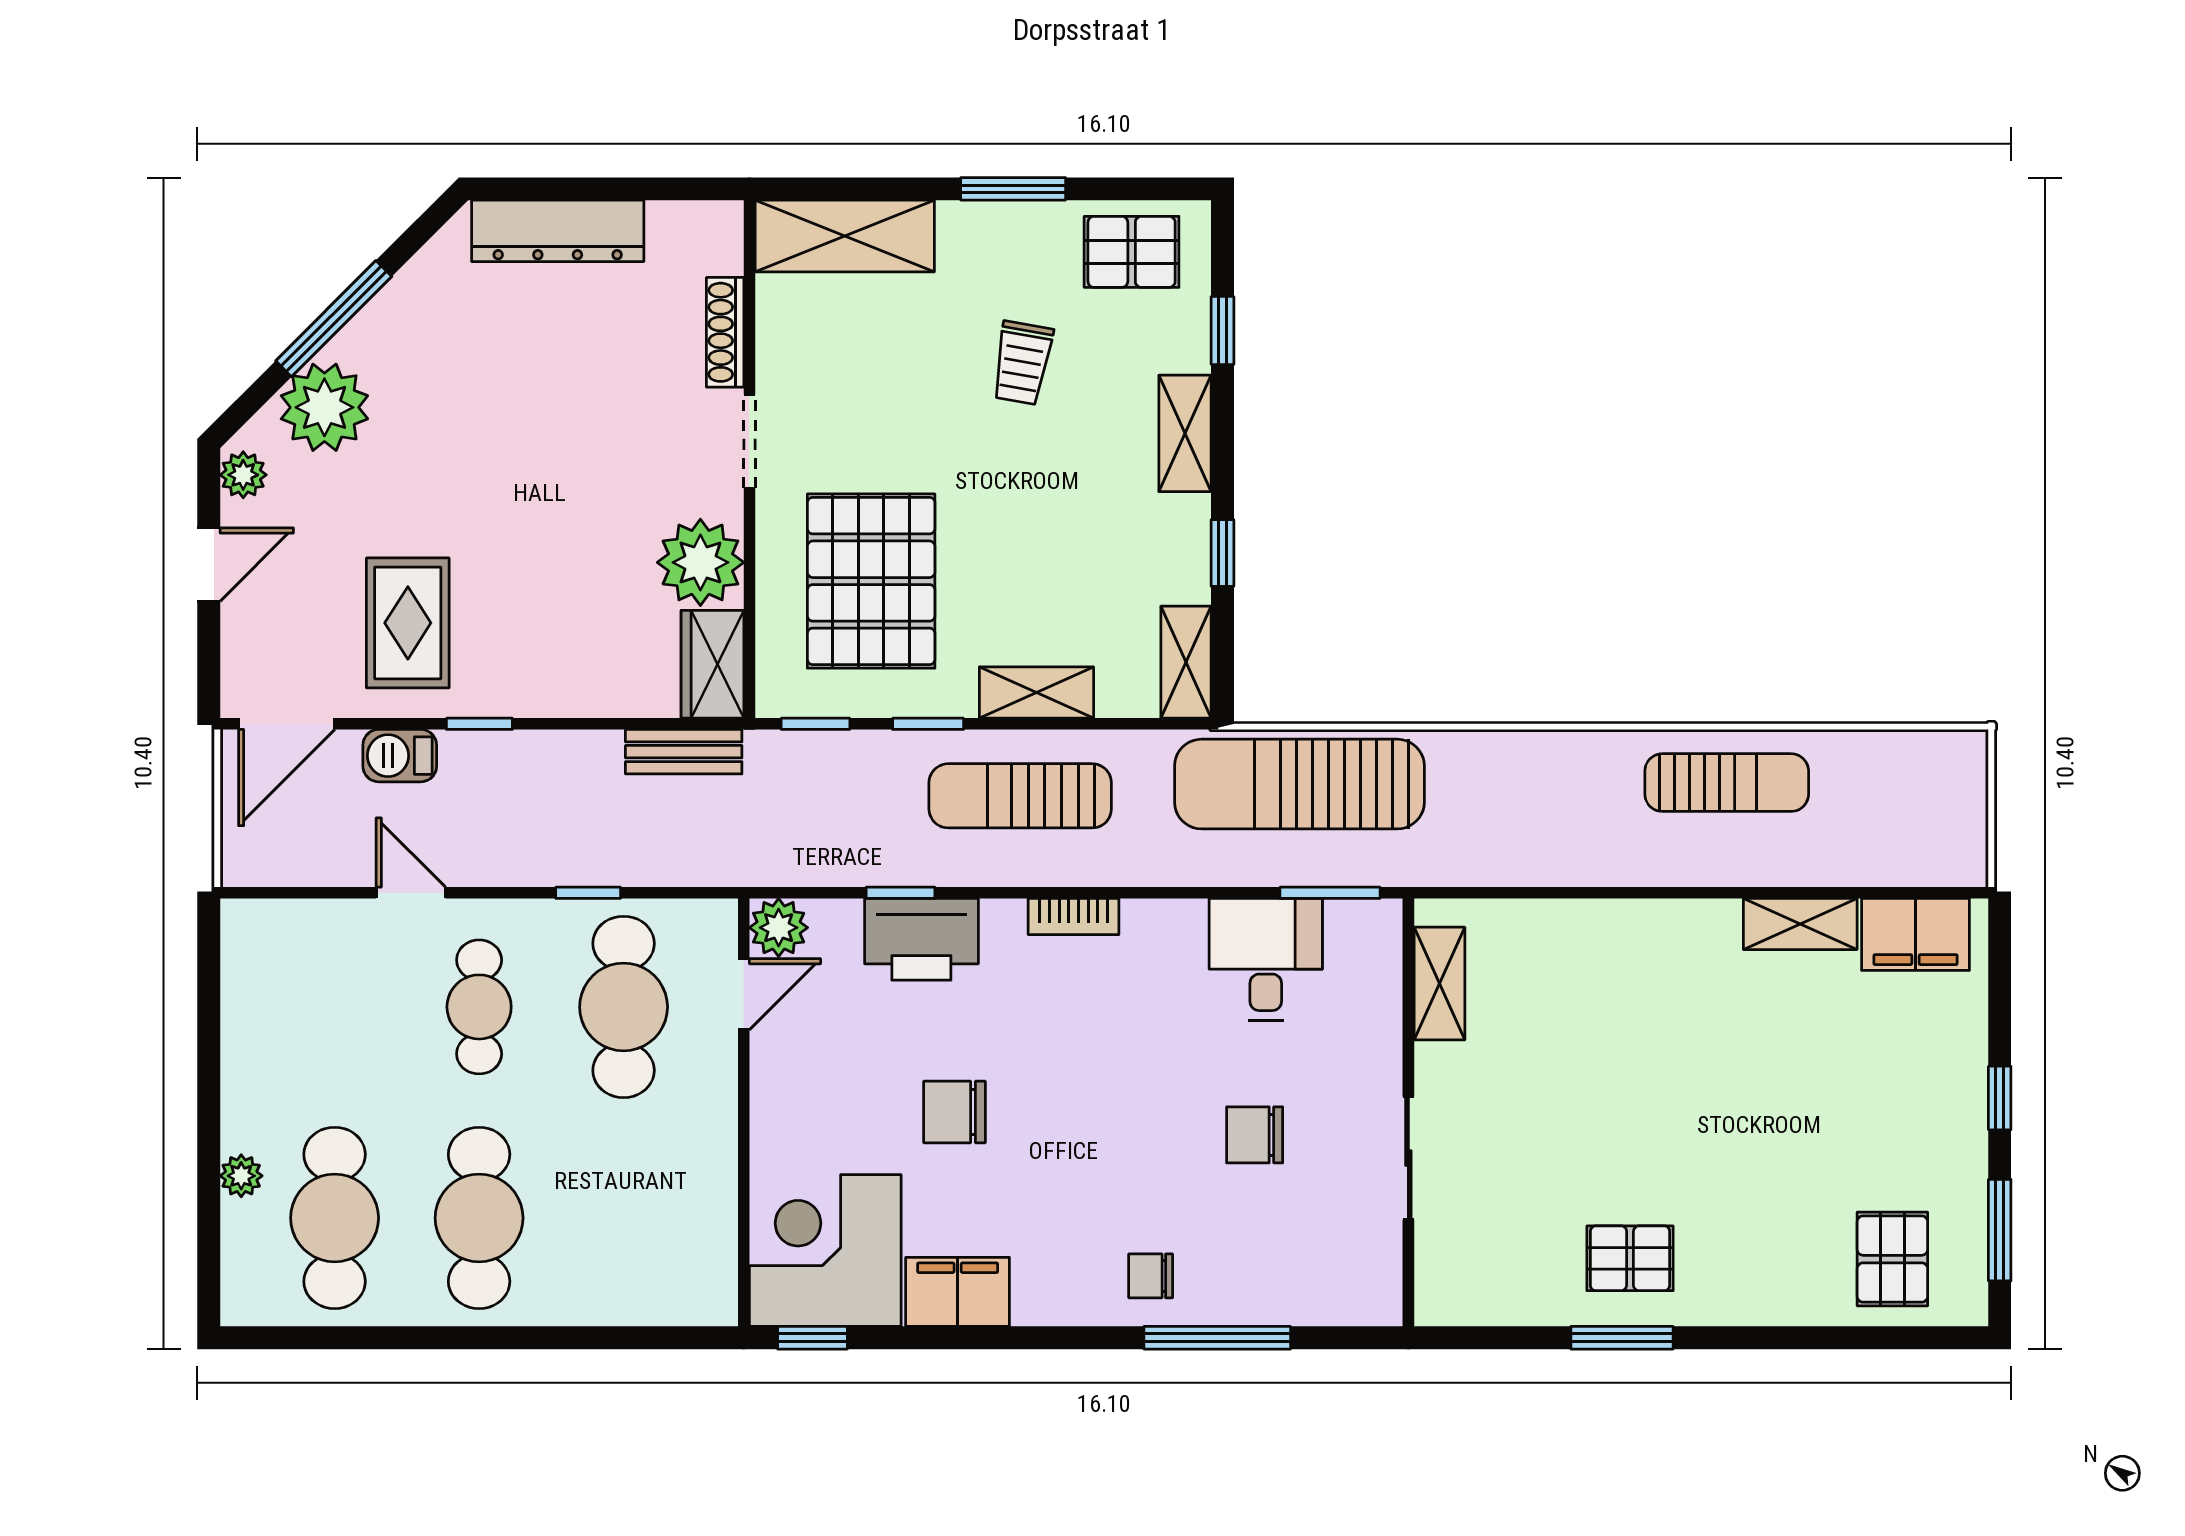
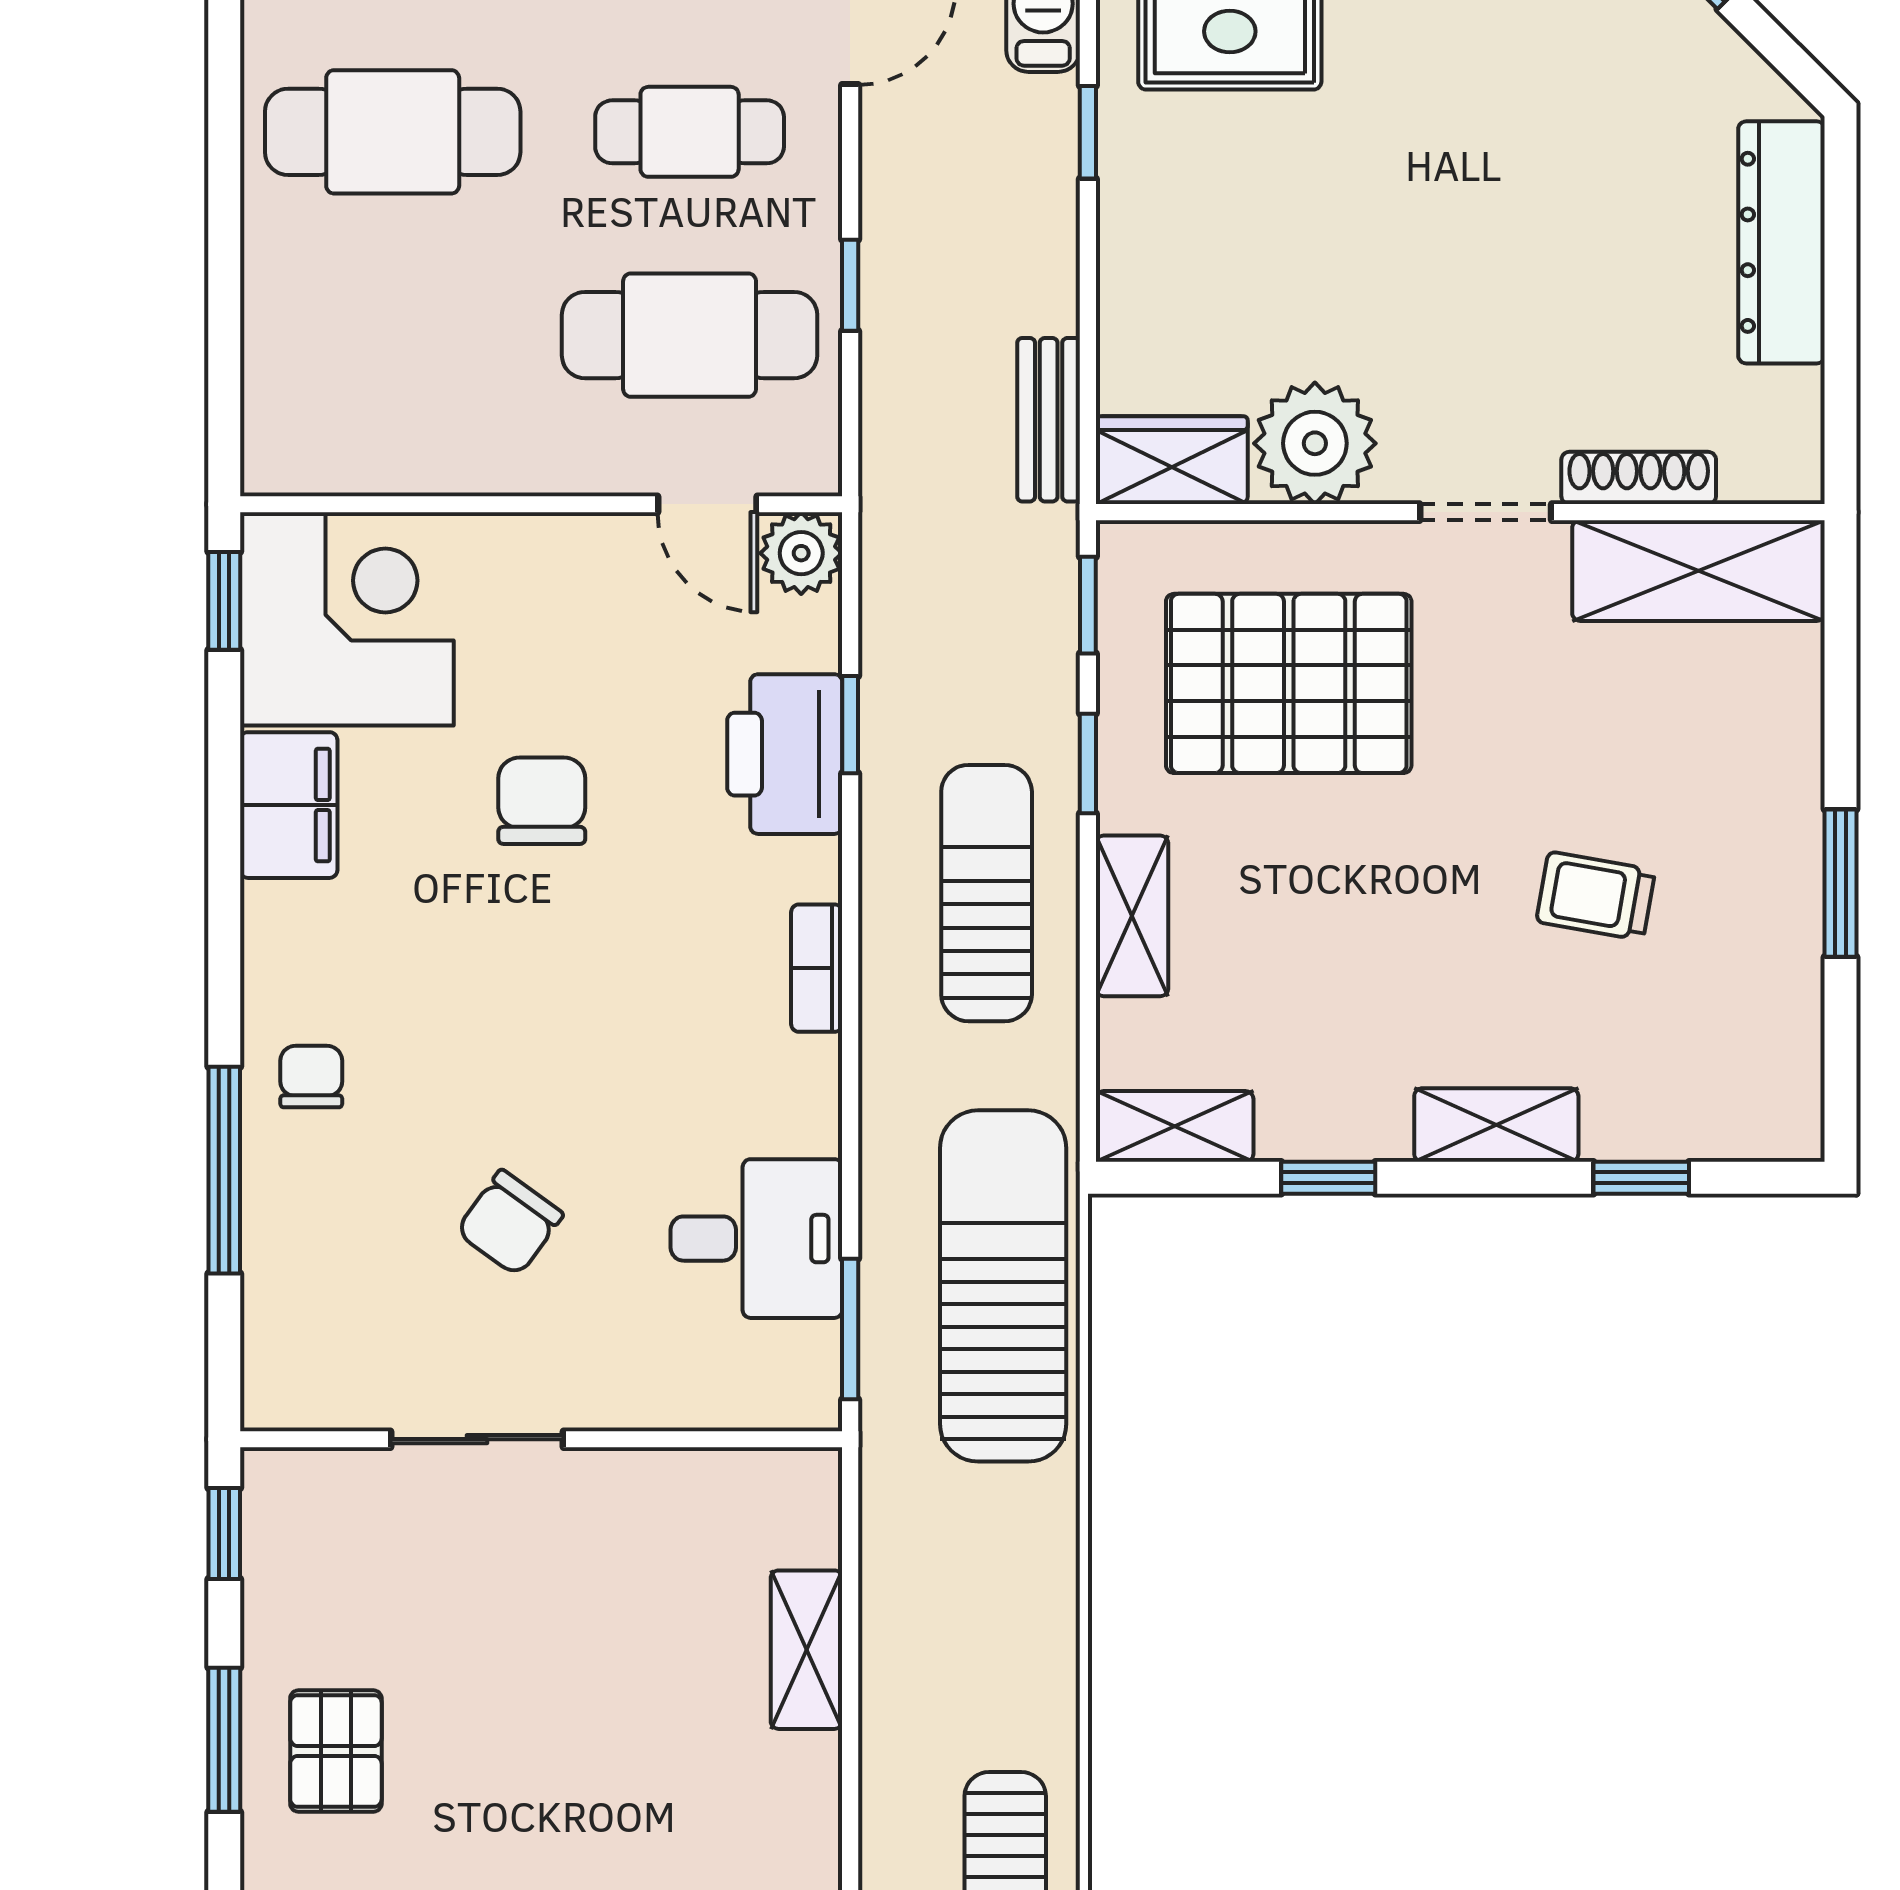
shelving: (845, 236) -> (1699, 571), moved, turned 90
pallet: (1132, 252) -> (1752, 1050), removed
shelving: (1439, 984) -> (806, 1650), moved, turned 90
chair: (1255, 1135) -> (510, 1223), turned -144
window: (1475, 1338) -> (224, 1533), added

